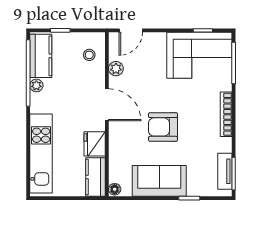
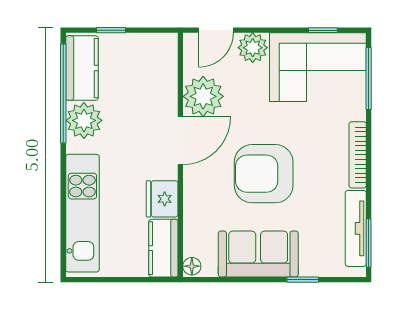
plant: (156, 42) -> (253, 48), added
stool: (89, 55) -> (154, 67), removed
plant: (116, 69) -> (203, 96), width x1.88, depth x1.88
plant: (36, 85) -> (84, 120), width x1.87, depth x1.87
door: (107, 105) -> (180, 141), hinge flipped
armchair: (163, 127) -> (264, 174), width x1.36, depth x1.36
tv unit: (225, 171) -> (356, 228), width x1.41

